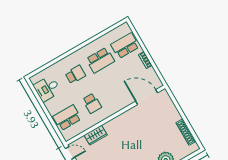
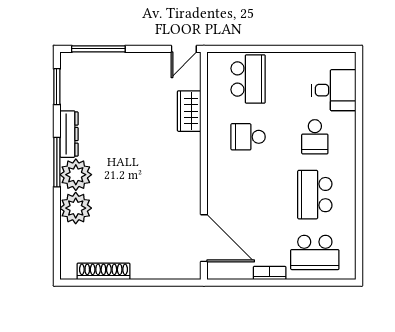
school desk: (125, 46) -> (315, 252), turned 90
desk: (47, 88) -> (334, 90), moved, turned 90
door: (147, 97) -> (204, 238), hinge flipped

